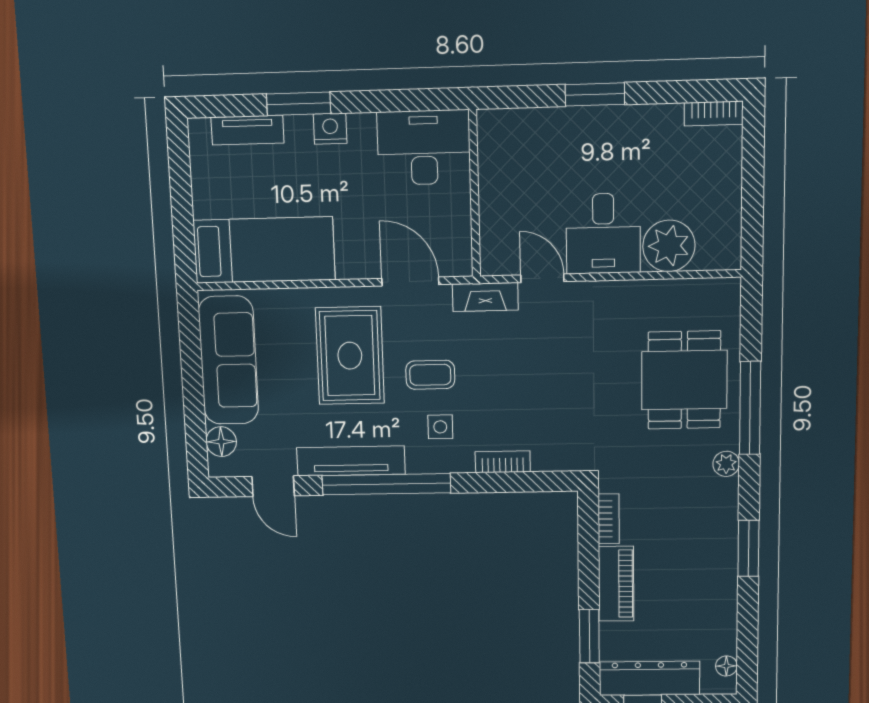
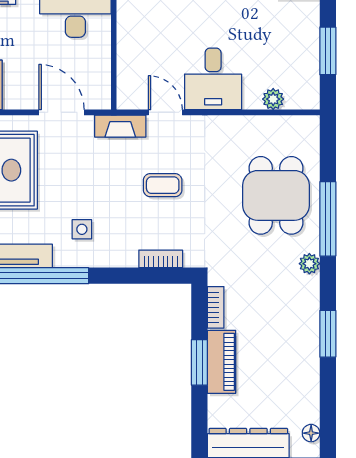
window: (753, 193) -> (328, 51), added
plant: (669, 246) -> (273, 99), width x0.53, depth x0.53
coffee table: (430, 375) -> (163, 185), moved
bookcase: (503, 462) -> (161, 259), moved
window: (589, 636) -> (199, 362), moved

